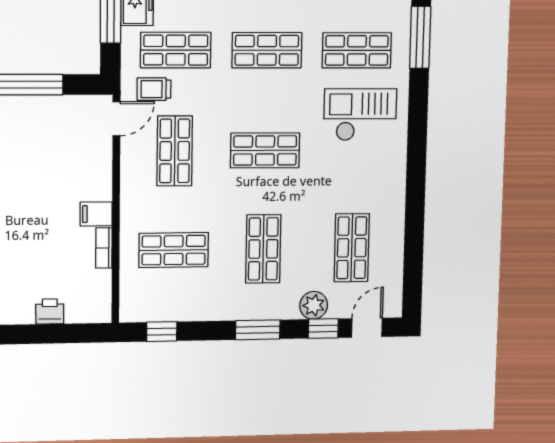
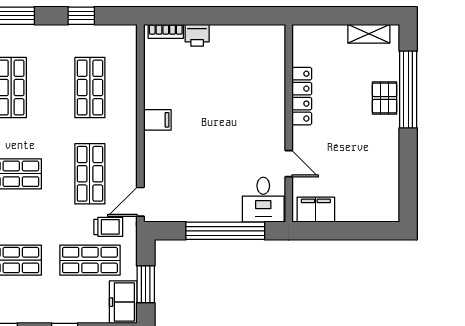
bookcase: (104, 248) -> (166, 31), moved, turned 90
shop shelf: (174, 250) -> (90, 88), turned 90
window: (162, 332) -> (81, 16), moved

